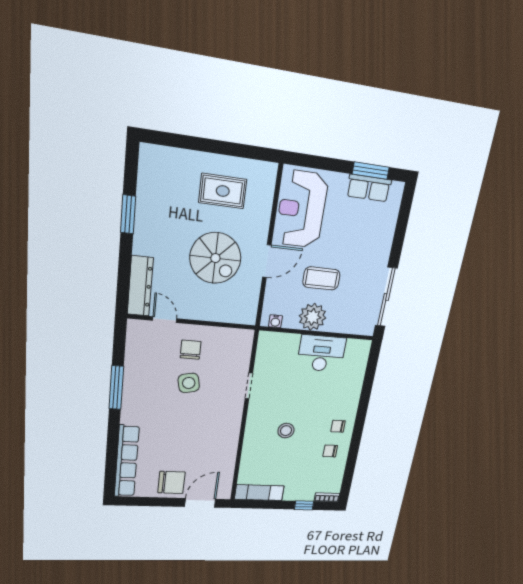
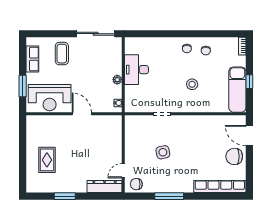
window: (371, 171) -> (23, 86), moved
rug: (223, 191) -> (47, 160), moved
spiral stairs: (215, 258) -> (83, 145), removed
coffee table: (321, 278) -> (62, 54), moved
plant: (313, 317) -> (117, 80), width x0.53, depth x0.53
chair: (191, 350) -> (136, 184), moved
chair: (171, 482) -> (234, 156), turned -90
exam couch: (259, 493) -> (237, 90), width x1.36, depth x1.45
window: (304, 505) -> (249, 82), moved

